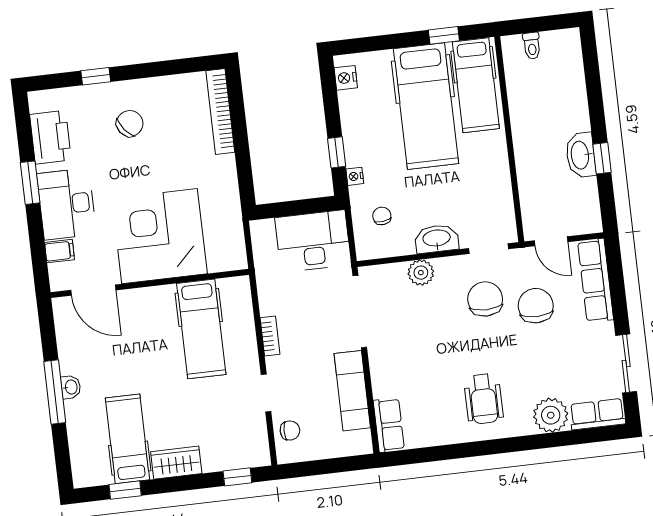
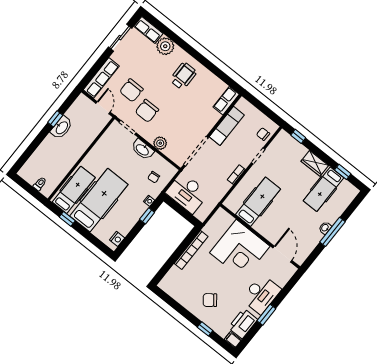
bookcase: (220, 112) -> (191, 250), moved
filing cabinet: (59, 251) -> (233, 340), moved

